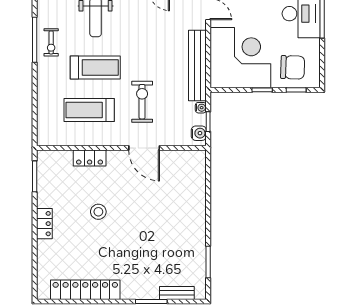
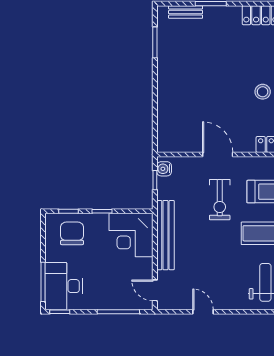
corner desk: (240, 58) -> (131, 235), width x0.74, depth x0.74
chair: (293, 67) -> (72, 233), turned 88
water cooler: (201, 108) -> (162, 194), removed

